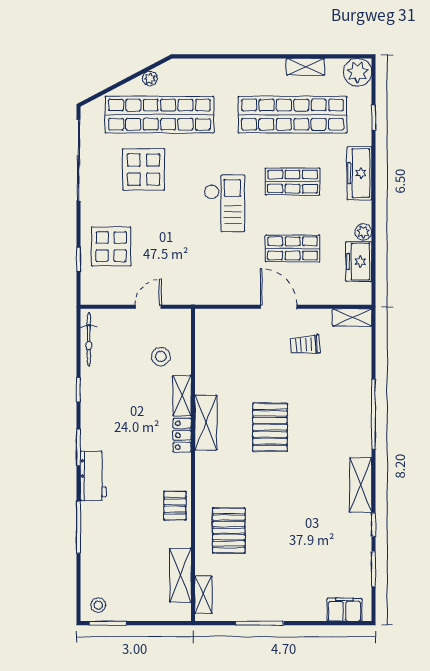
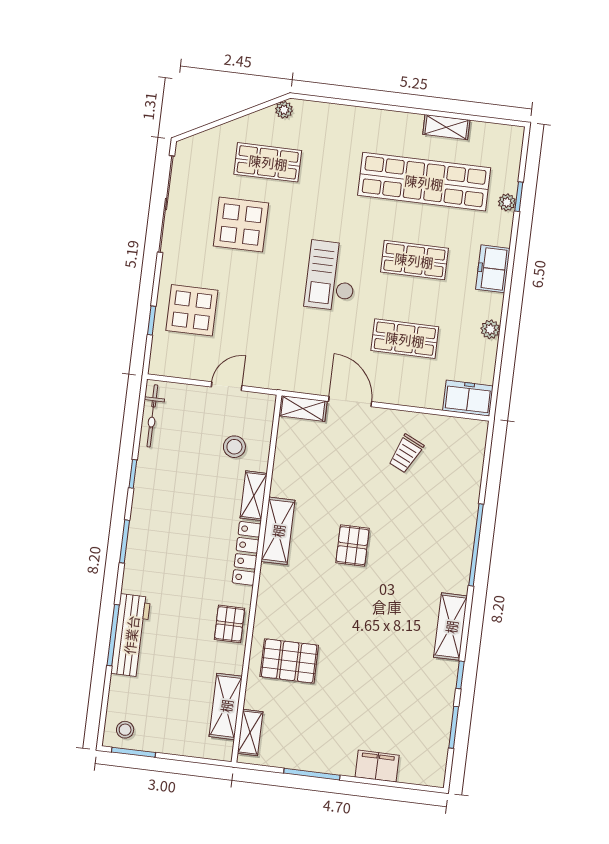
plant: (358, 72) -> (507, 202), moved, width x0.53, depth x0.53
plant: (150, 78) -> (284, 110), moved
shop shelf: (159, 115) -> (268, 162), width x0.50, depth x0.74
freezer: (359, 173) -> (493, 269), width x0.71
checkout: (224, 203) -> (331, 276), turned 180
freezer: (359, 262) -> (468, 398), moved, turned 90
door: (279, 307) -> (350, 401), moved
shelving: (352, 317) -> (303, 408), moved
trolley: (305, 345) -> (406, 454), turned -61
pallet: (270, 427) -> (352, 546), width x0.67, depth x0.71
locker: (182, 435) -> (247, 553), width x1.53
workbench: (93, 476) -> (131, 635), moved, width x1.38
pallet: (229, 531) -> (289, 661), turned 90
filing cabinet: (344, 610) -> (377, 766), moved

